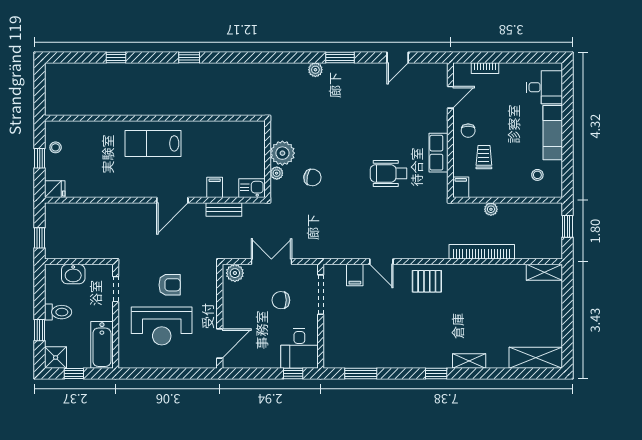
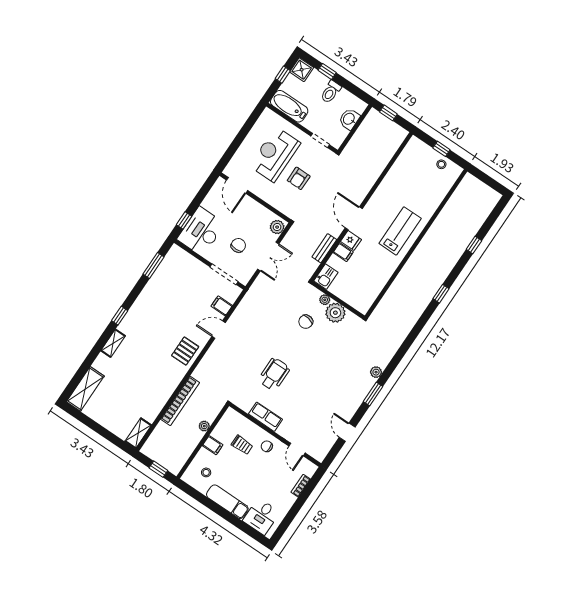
filing cabinet: (461, 187) -> (213, 445), moved
fridge: (55, 189) -> (351, 240), moved, turned -90
desk: (299, 348) -> (201, 231), width x1.37

